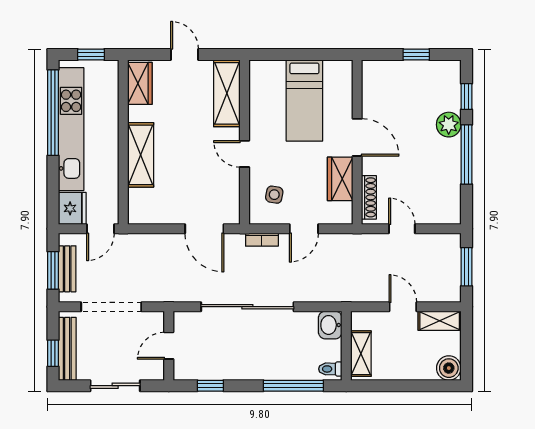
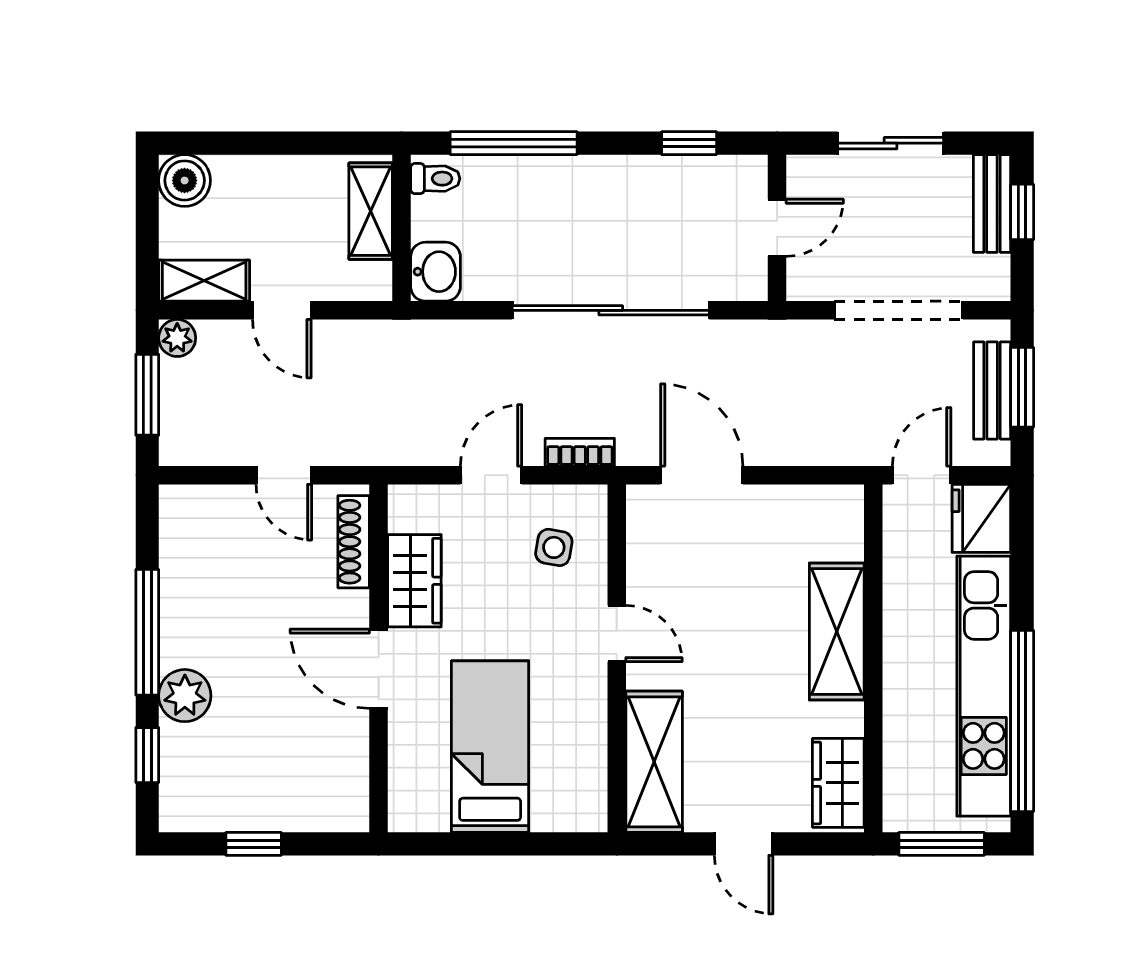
window: (91, 54) -> (942, 844), width x1.50
plant: (452, 294) -> (177, 338), added
bench: (67, 349) -> (992, 203), width x0.73

